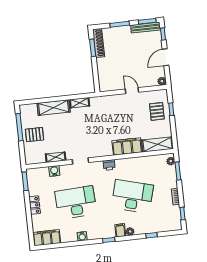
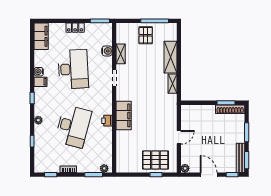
pallet: (157, 111) -> (155, 160), width x1.50, depth x1.42
shelving: (157, 144) -> (122, 157), removed
filing cabinet: (127, 146) -> (124, 115), moved
printer: (109, 165) -> (107, 121), moved
filing cabinet: (120, 230) -> (41, 82), moved

